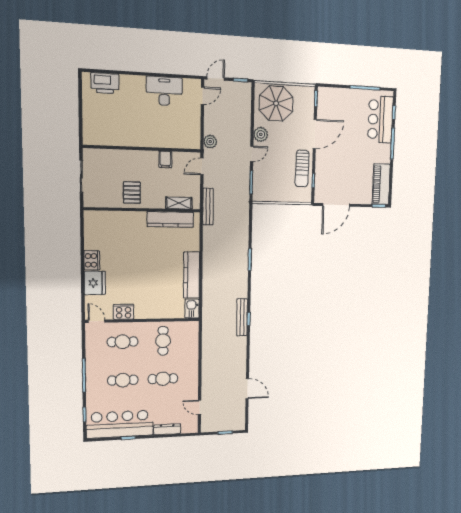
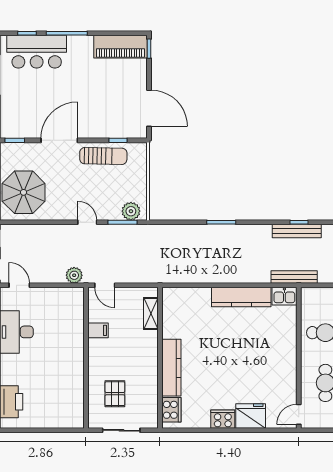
plant: (261, 134) -> (131, 211), moved
door: (315, 134) -> (59, 140), hinge flipped
pallet: (132, 193) -> (115, 394), moved, turned 90
bench: (208, 207) -> (294, 277), moved
kitchen counter: (170, 219) -> (171, 368), moved
cooker: (124, 312) -> (171, 410), moved, turned 180

